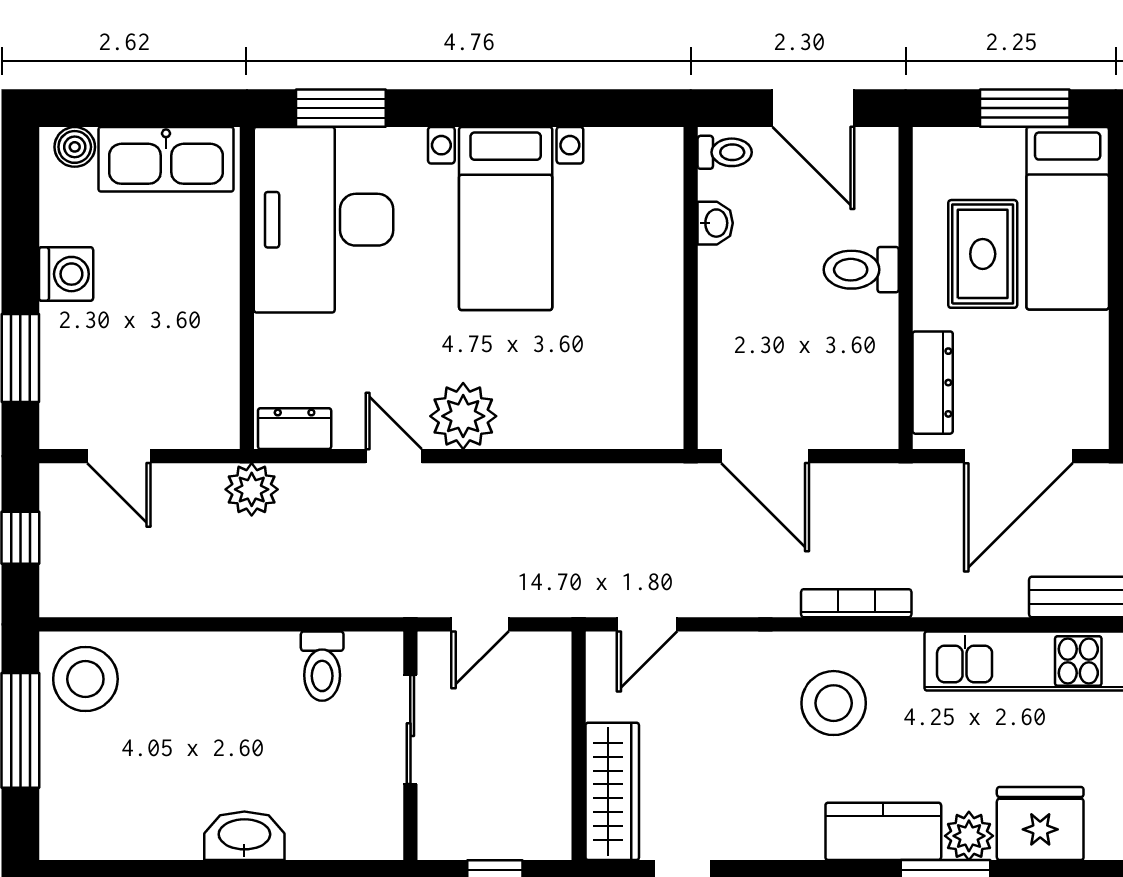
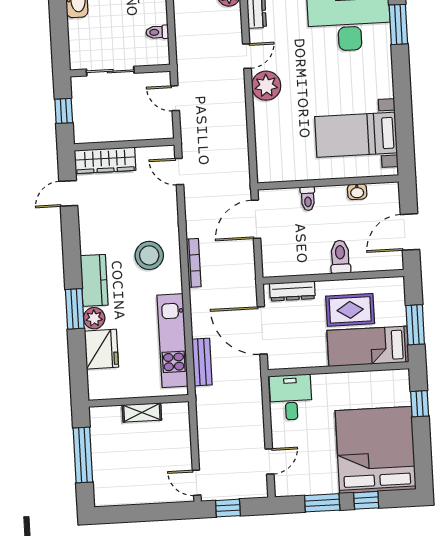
toilet: (725, 152) -> (308, 199), moved
bed with nightstands: (506, 218) -> (356, 135), moved
toilet: (322, 666) -> (157, 32), width x0.73, depth x0.72
sliding door: (410, 730) -> (110, 71), moved

